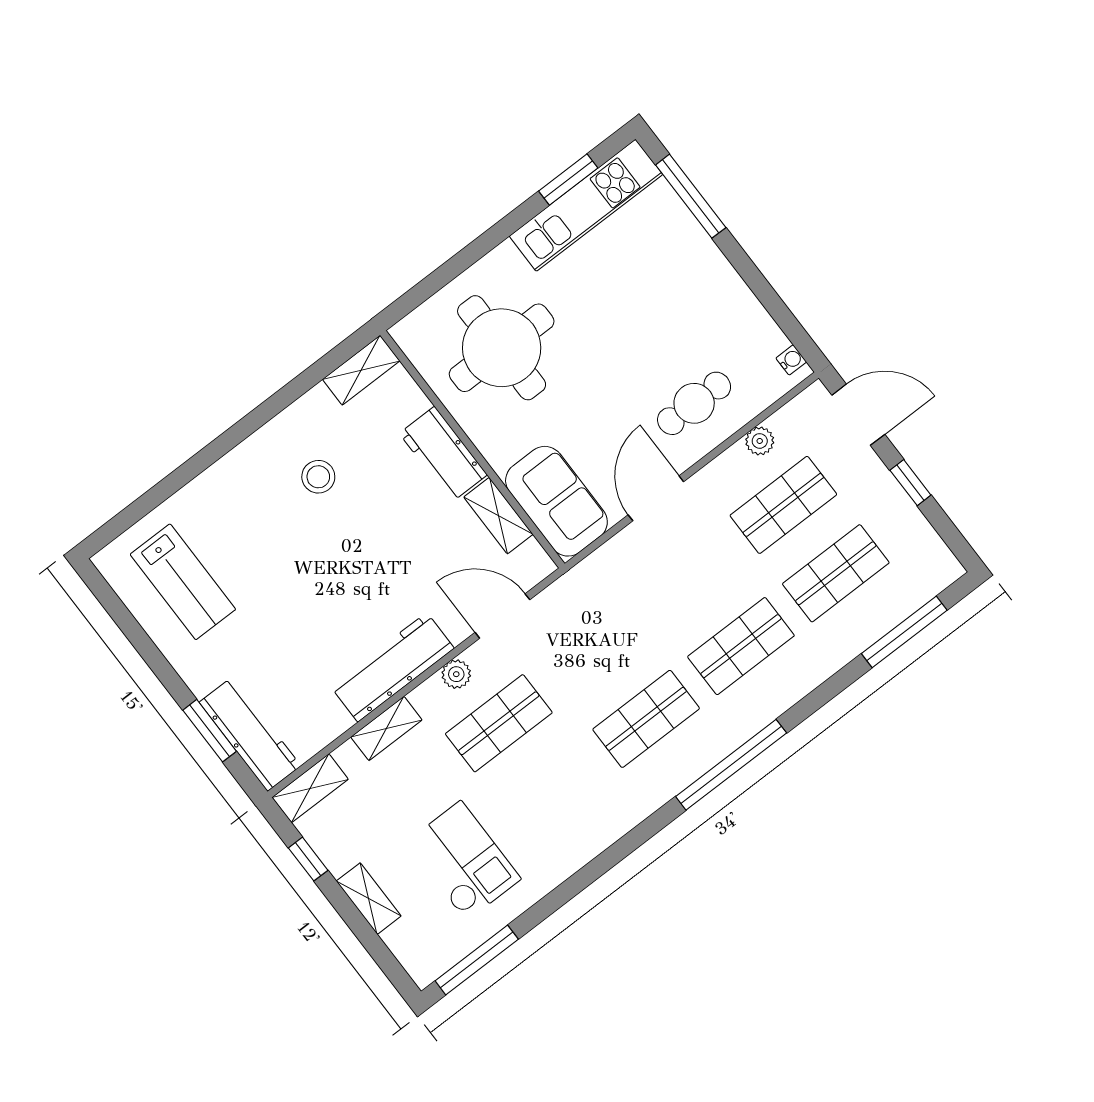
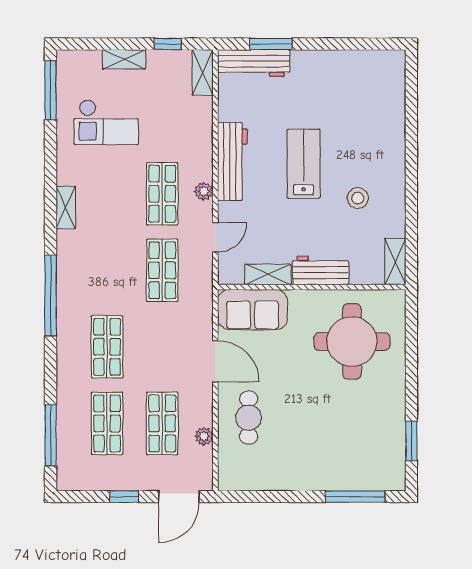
kitchen unit: (586, 205) -> (391, 440), removed
water cooler: (791, 360) -> (233, 484), removed
lab bench: (183, 582) -> (304, 164), moved, turned 90
door: (502, 616) -> (215, 237), width x0.73
shop shelf: (646, 719) -> (162, 270), moved
shelving: (386, 728) -> (66, 208), moved

